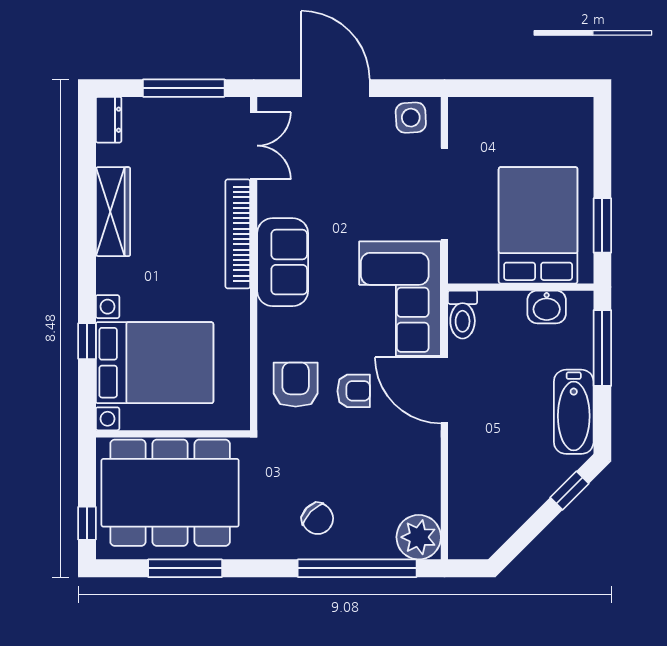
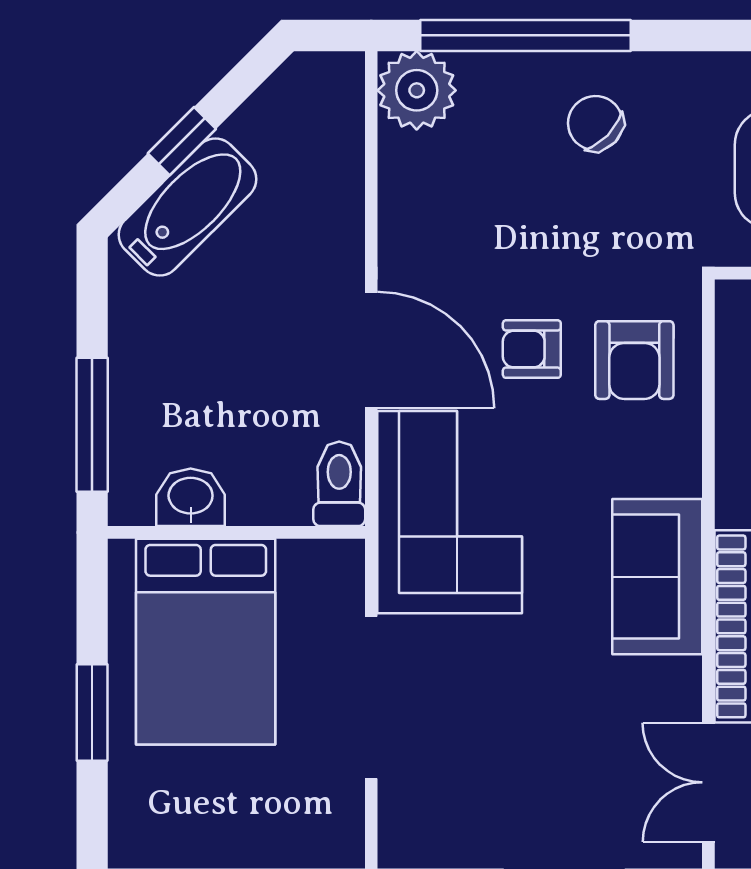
side table: (411, 118) -> (431, 832), removed
window: (602, 225) -> (92, 712), moved
bathtub: (574, 412) -> (188, 207), moved, turned 45
window: (569, 491) -> (182, 141), moved

